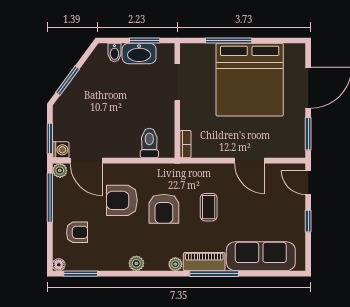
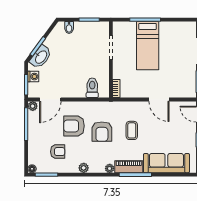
washbasin: (139, 53) -> (41, 57), moved, turned -54
bed: (250, 80) -> (148, 46), width x0.49
washing machine: (61, 150) -> (33, 77), moved
door: (86, 161) -> (50, 100), hinge flipped
armchair: (77, 232) -> (58, 152), moved

